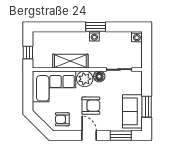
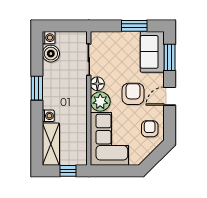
washing machine: (94, 36) -> (48, 116), moved
boiler: (124, 38) -> (51, 54), added
shelving: (70, 61) -> (51, 144), moved
sofa: (132, 111) -> (152, 52), moved, turned 90
armchair: (62, 119) -> (150, 129), turned 180

